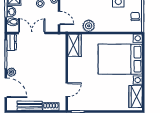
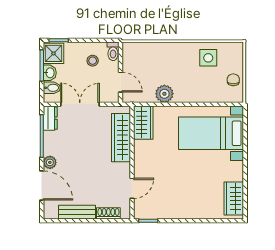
wardrobe: (59, 55) -> (121, 138), added
bed with nightstands: (120, 59) -> (211, 133), width x0.73

